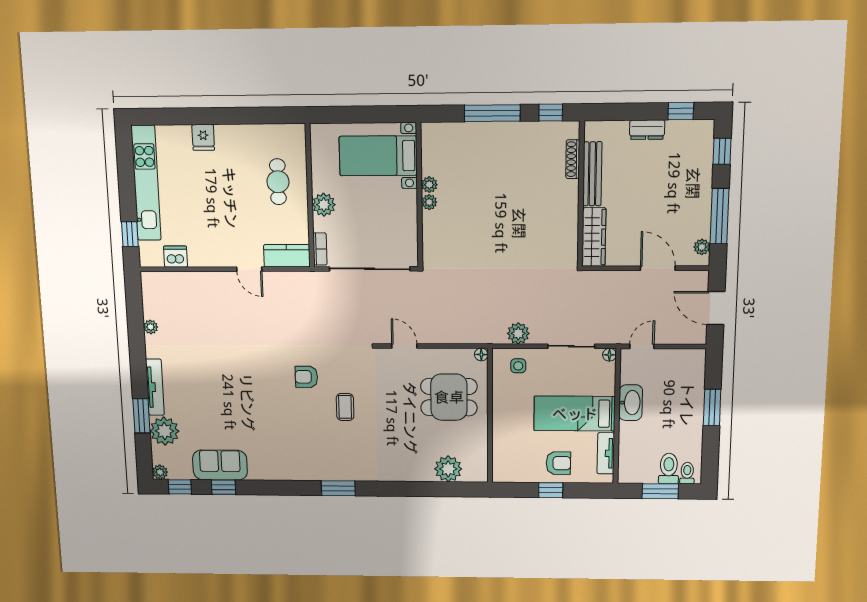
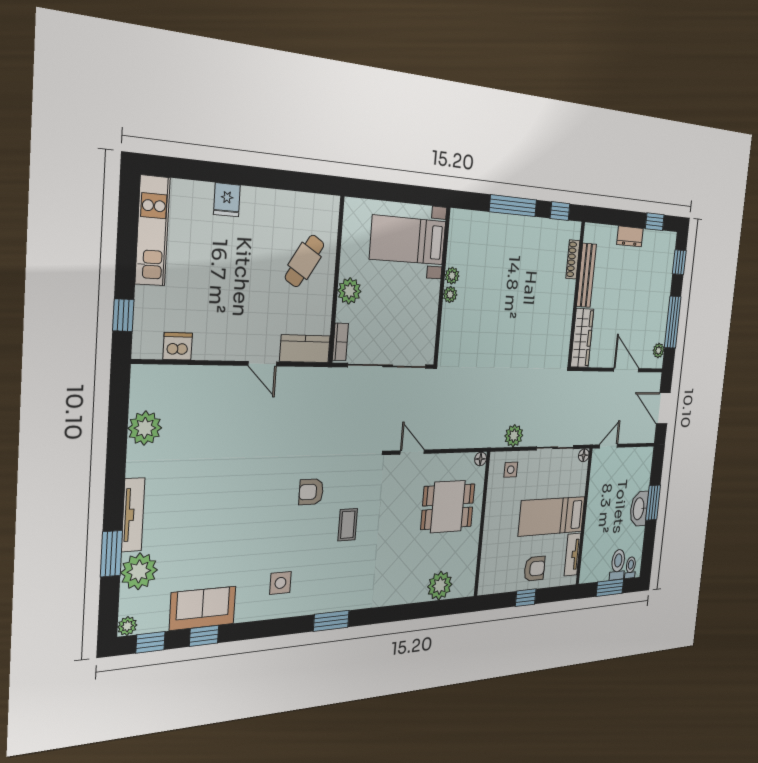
cafe table: (278, 182) -> (305, 261), turned 31
kitchen unit: (146, 183) -> (153, 231), width x0.73
plant: (151, 327) -> (145, 428), width x1.88, depth x1.88
washbasin: (631, 403) -> (639, 509), moved, turned 180
side table: (286, 451) -> (280, 583), added

